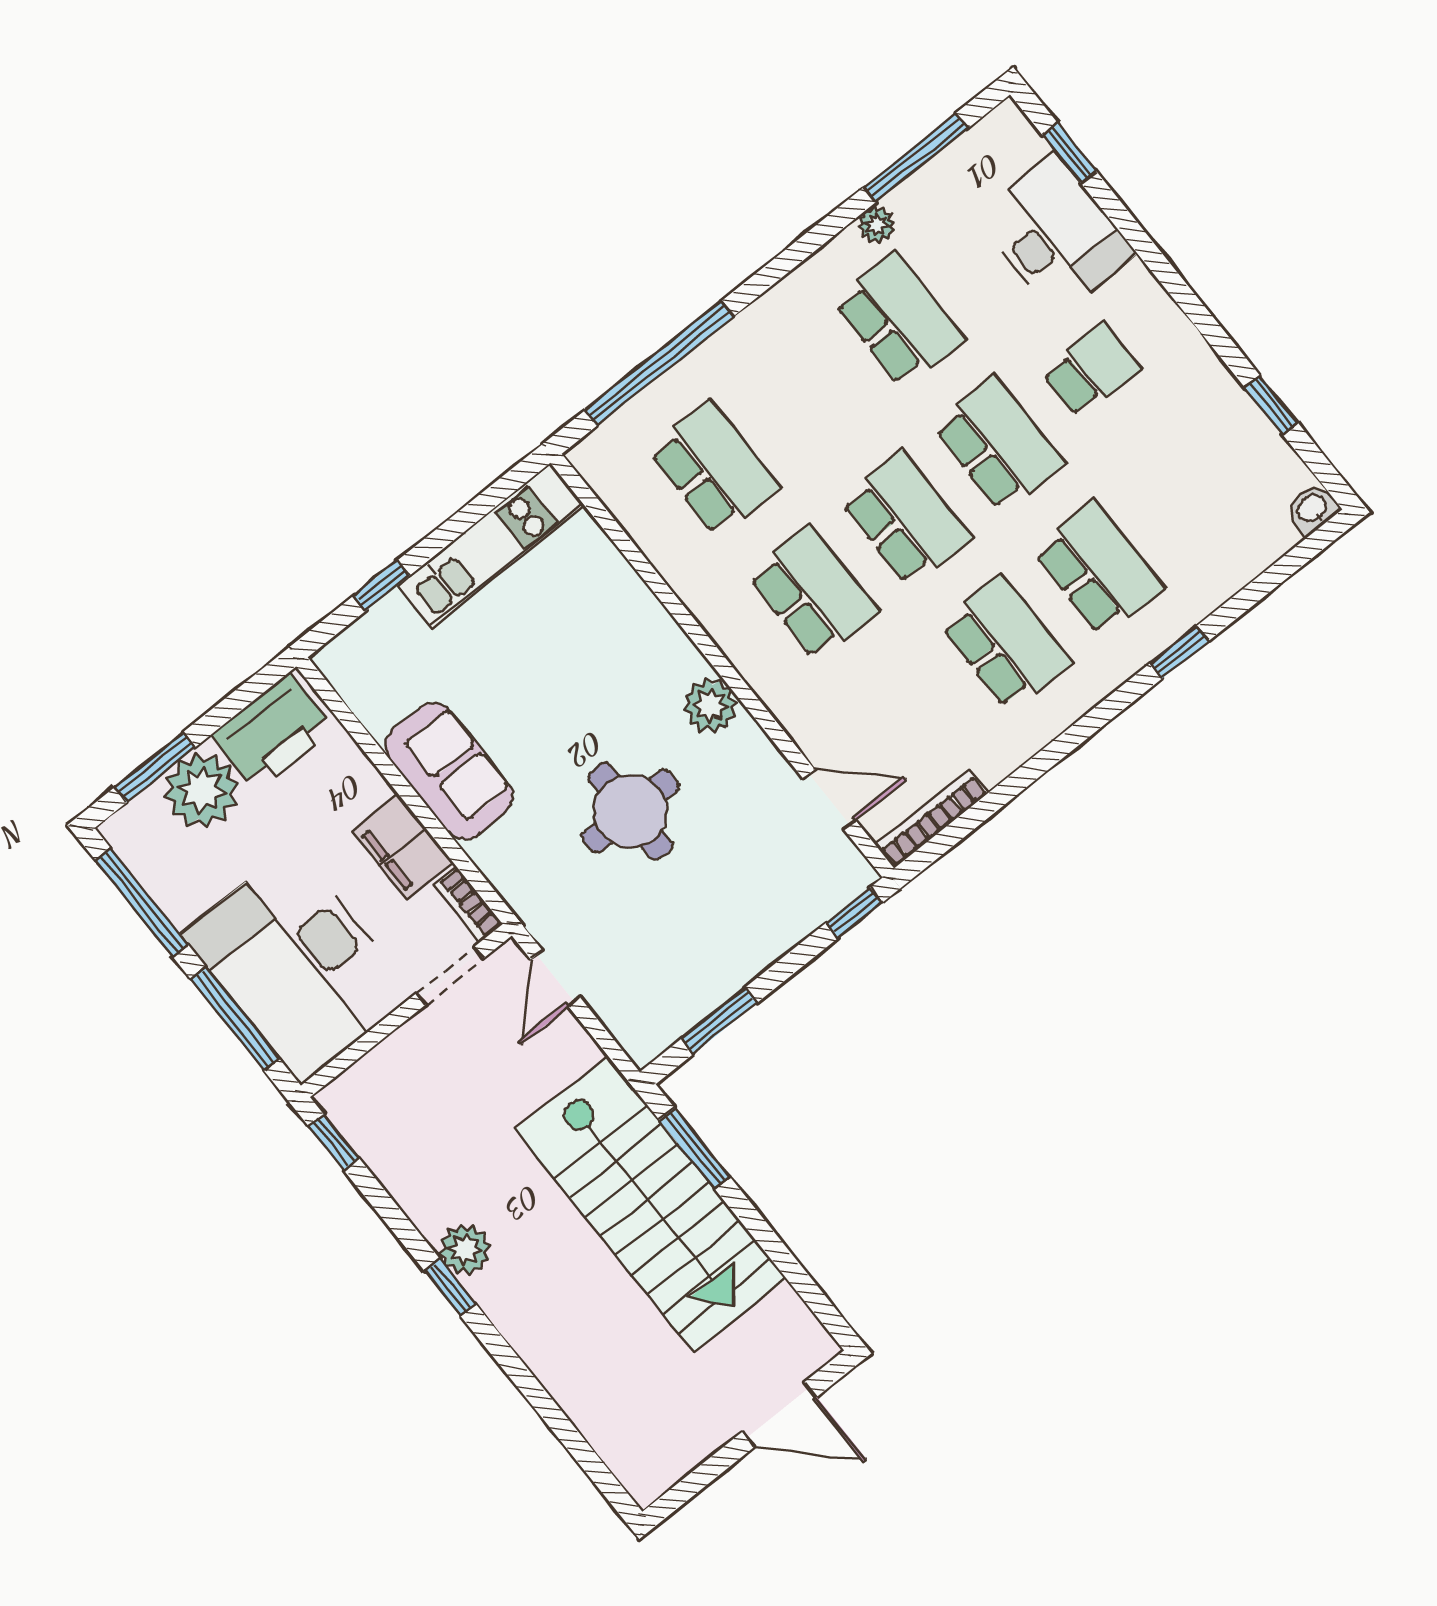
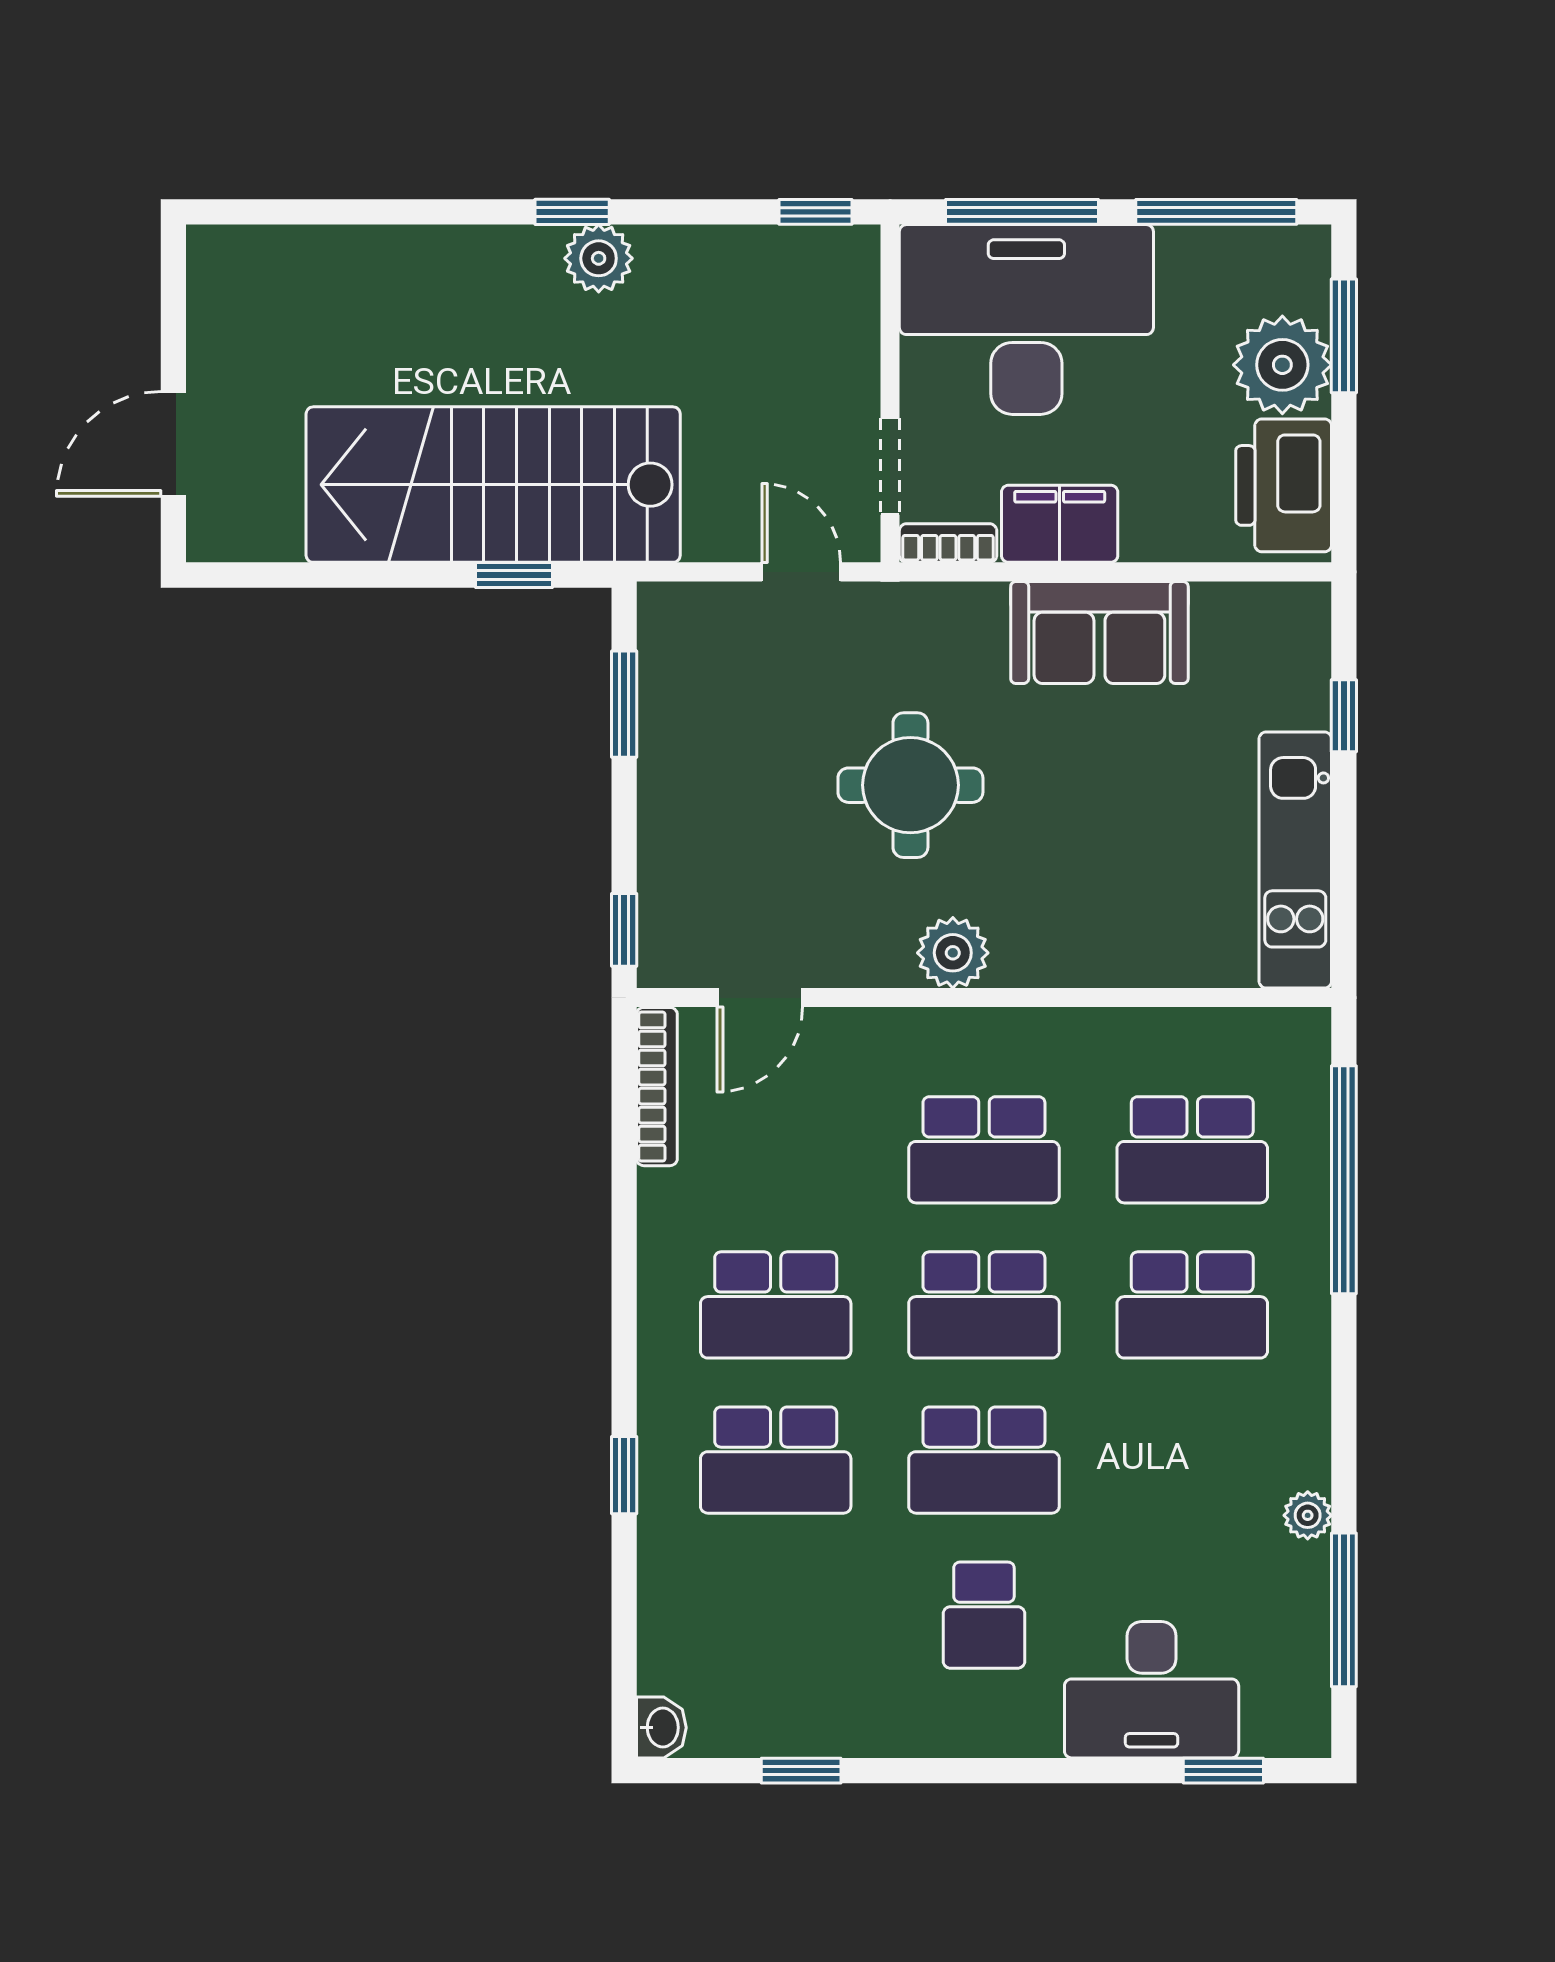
school desk: (899, 320) -> (1192, 1305), moved
window: (695, 1148) -> (514, 575), width x0.67

